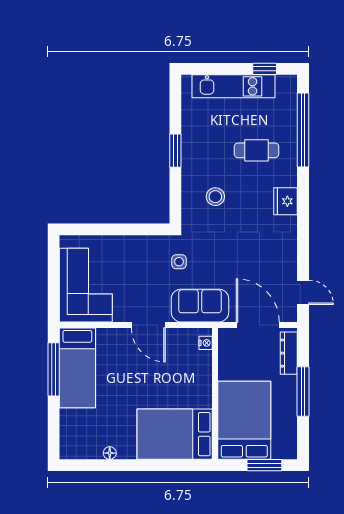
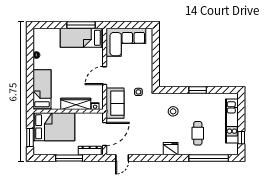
wardrobe: (201, 379) -> (76, 104), added
bed: (175, 434) -> (42, 90), width x0.67

